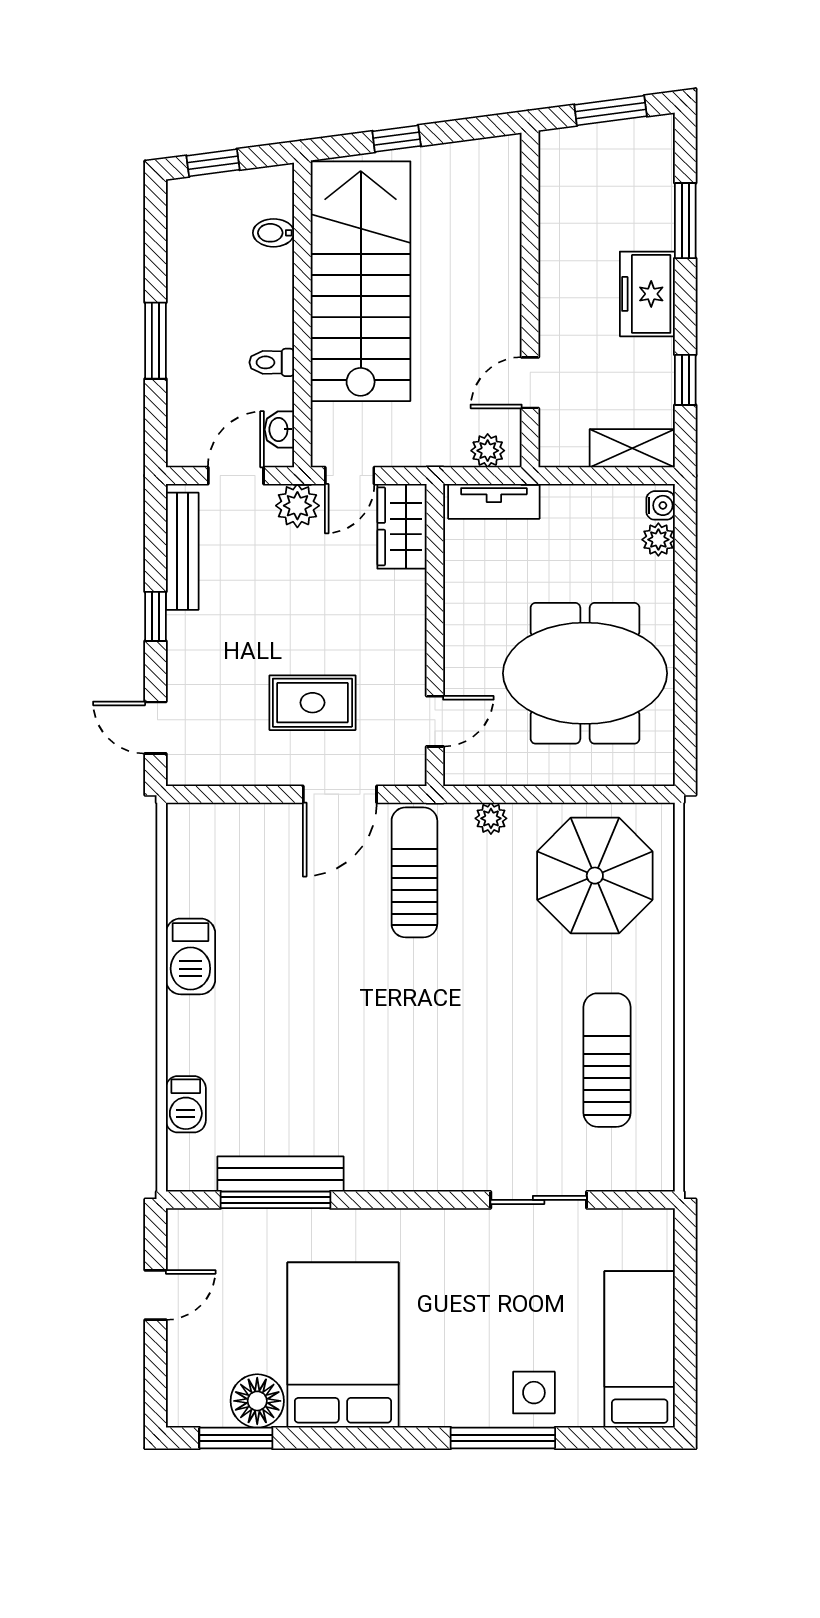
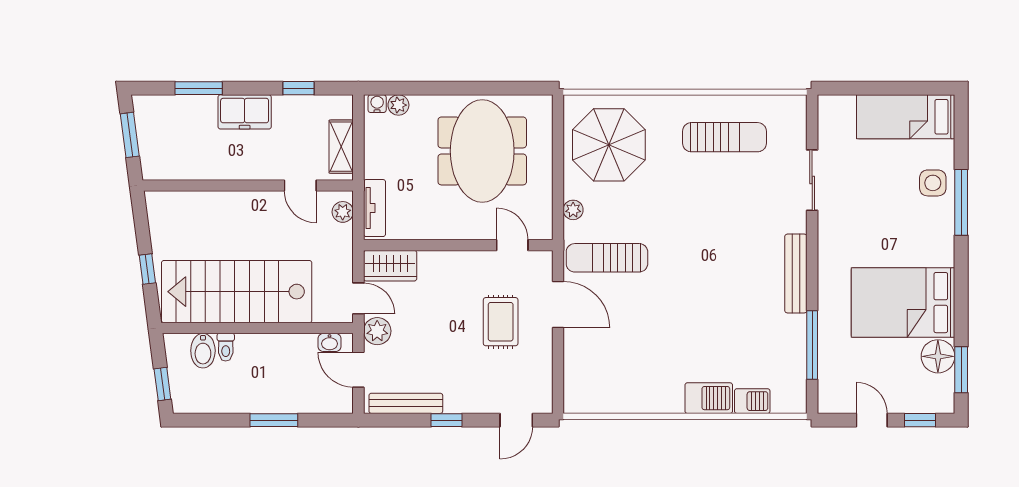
bidet: (274, 233) -> (203, 351), width x1.38, depth x1.36
toilet: (272, 362) -> (226, 347), moved
shelving: (632, 448) -> (341, 147), moved
barbecue: (190, 956) -> (709, 398), moved
sun lounger: (607, 1060) -> (724, 137), turned 180
bench: (280, 1174) -> (796, 274), moved
window: (155, 1372) -> (920, 420), added

